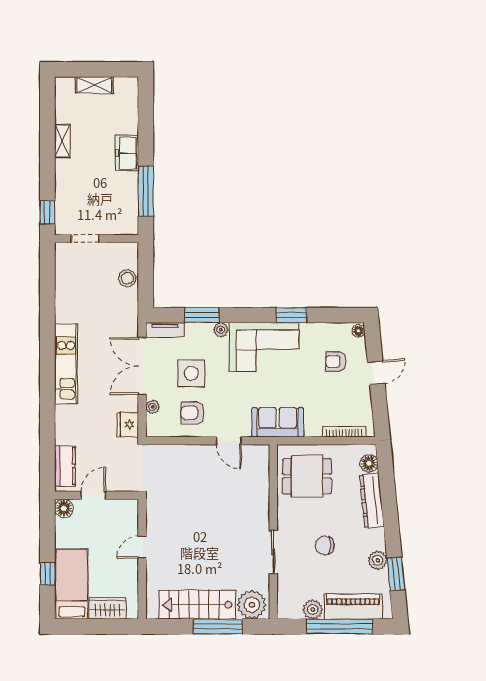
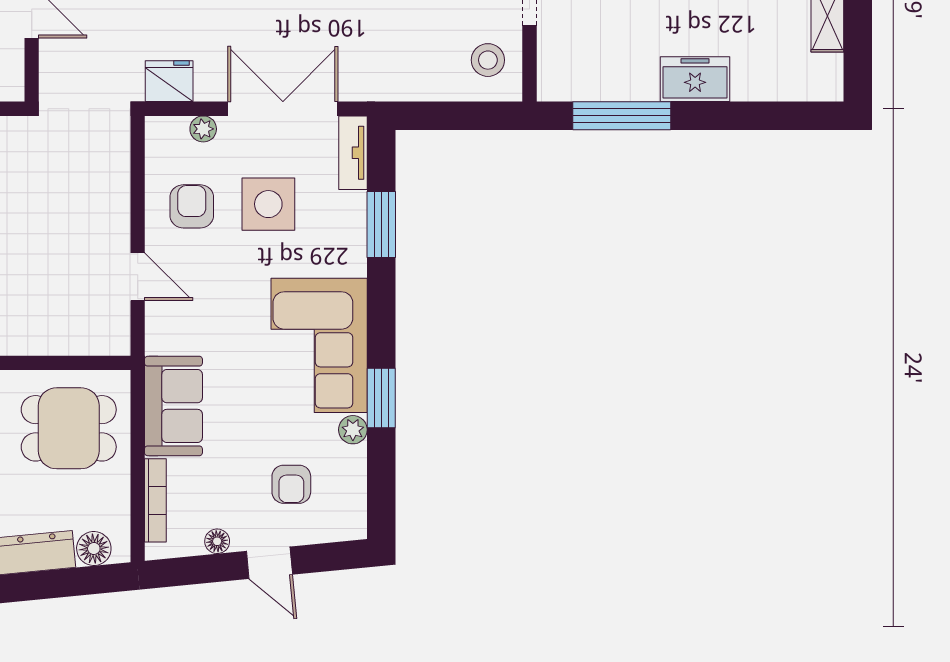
stool: (127, 278) -> (488, 60), moved
plant: (221, 330) -> (353, 430), moved
floor lamp: (358, 331) -> (217, 541), moved
armchair: (336, 361) -> (291, 484), turned 180
sofa: (278, 422) -> (173, 406), moved
door: (229, 441) -> (138, 277), swing flipped
dining table: (307, 476) -> (69, 428), turned 90

